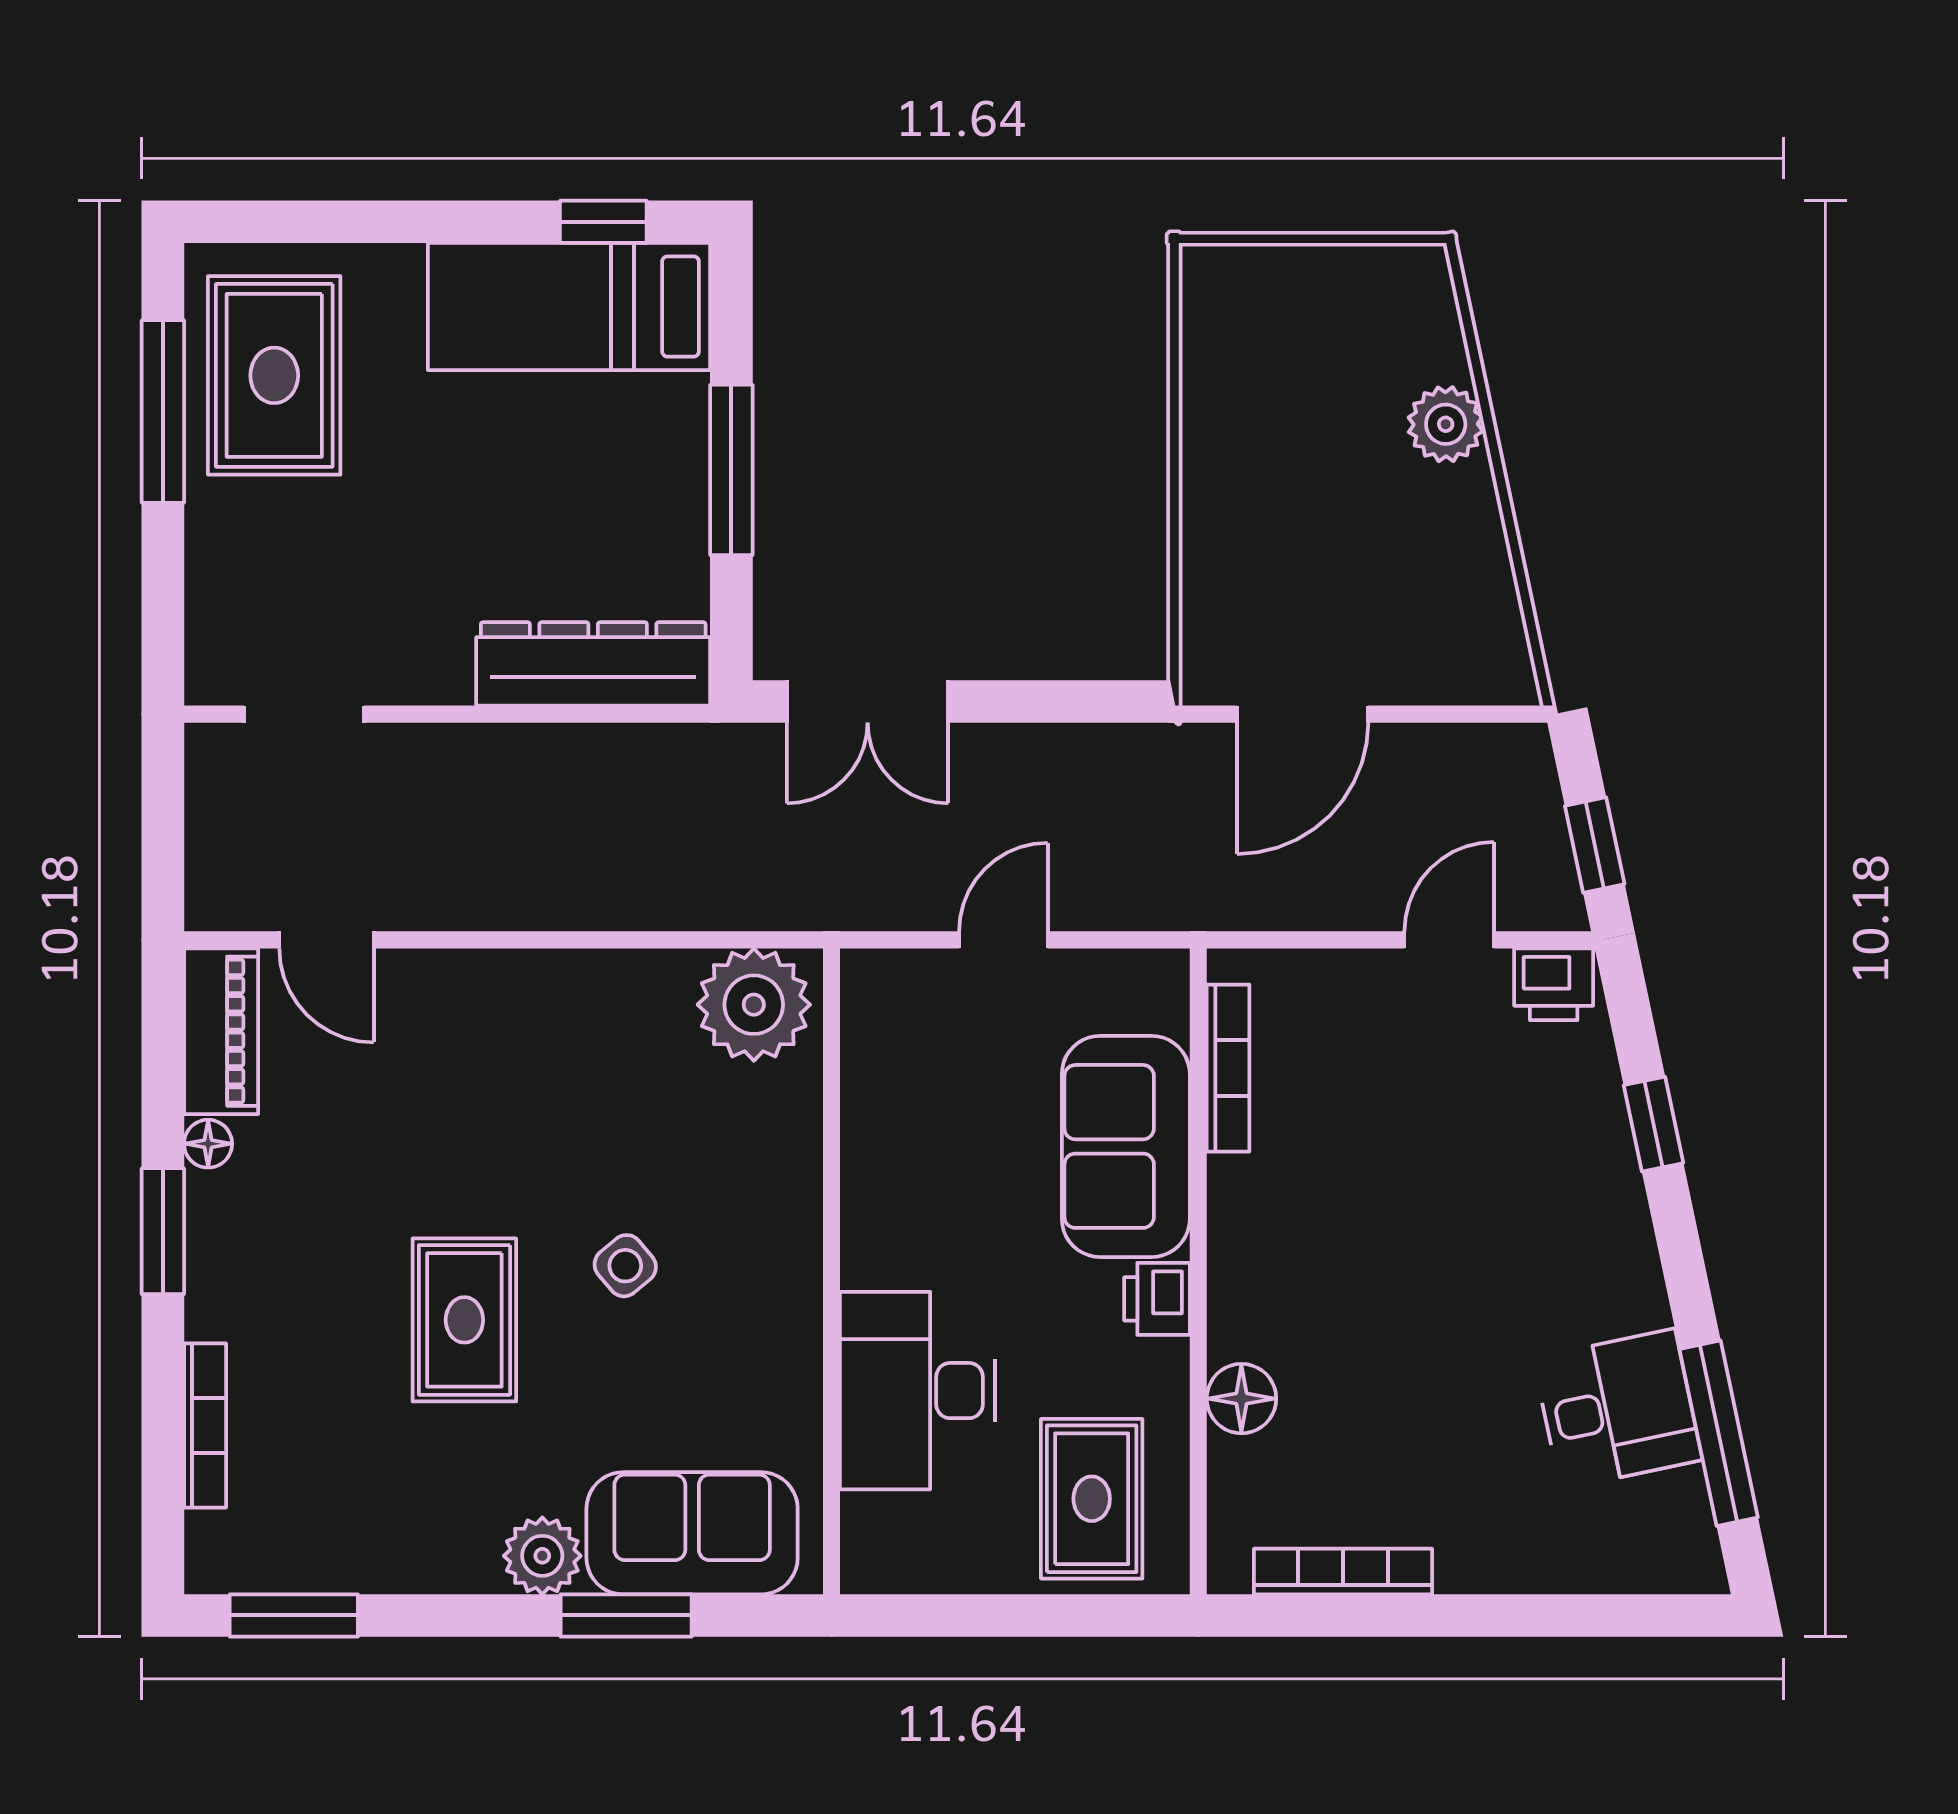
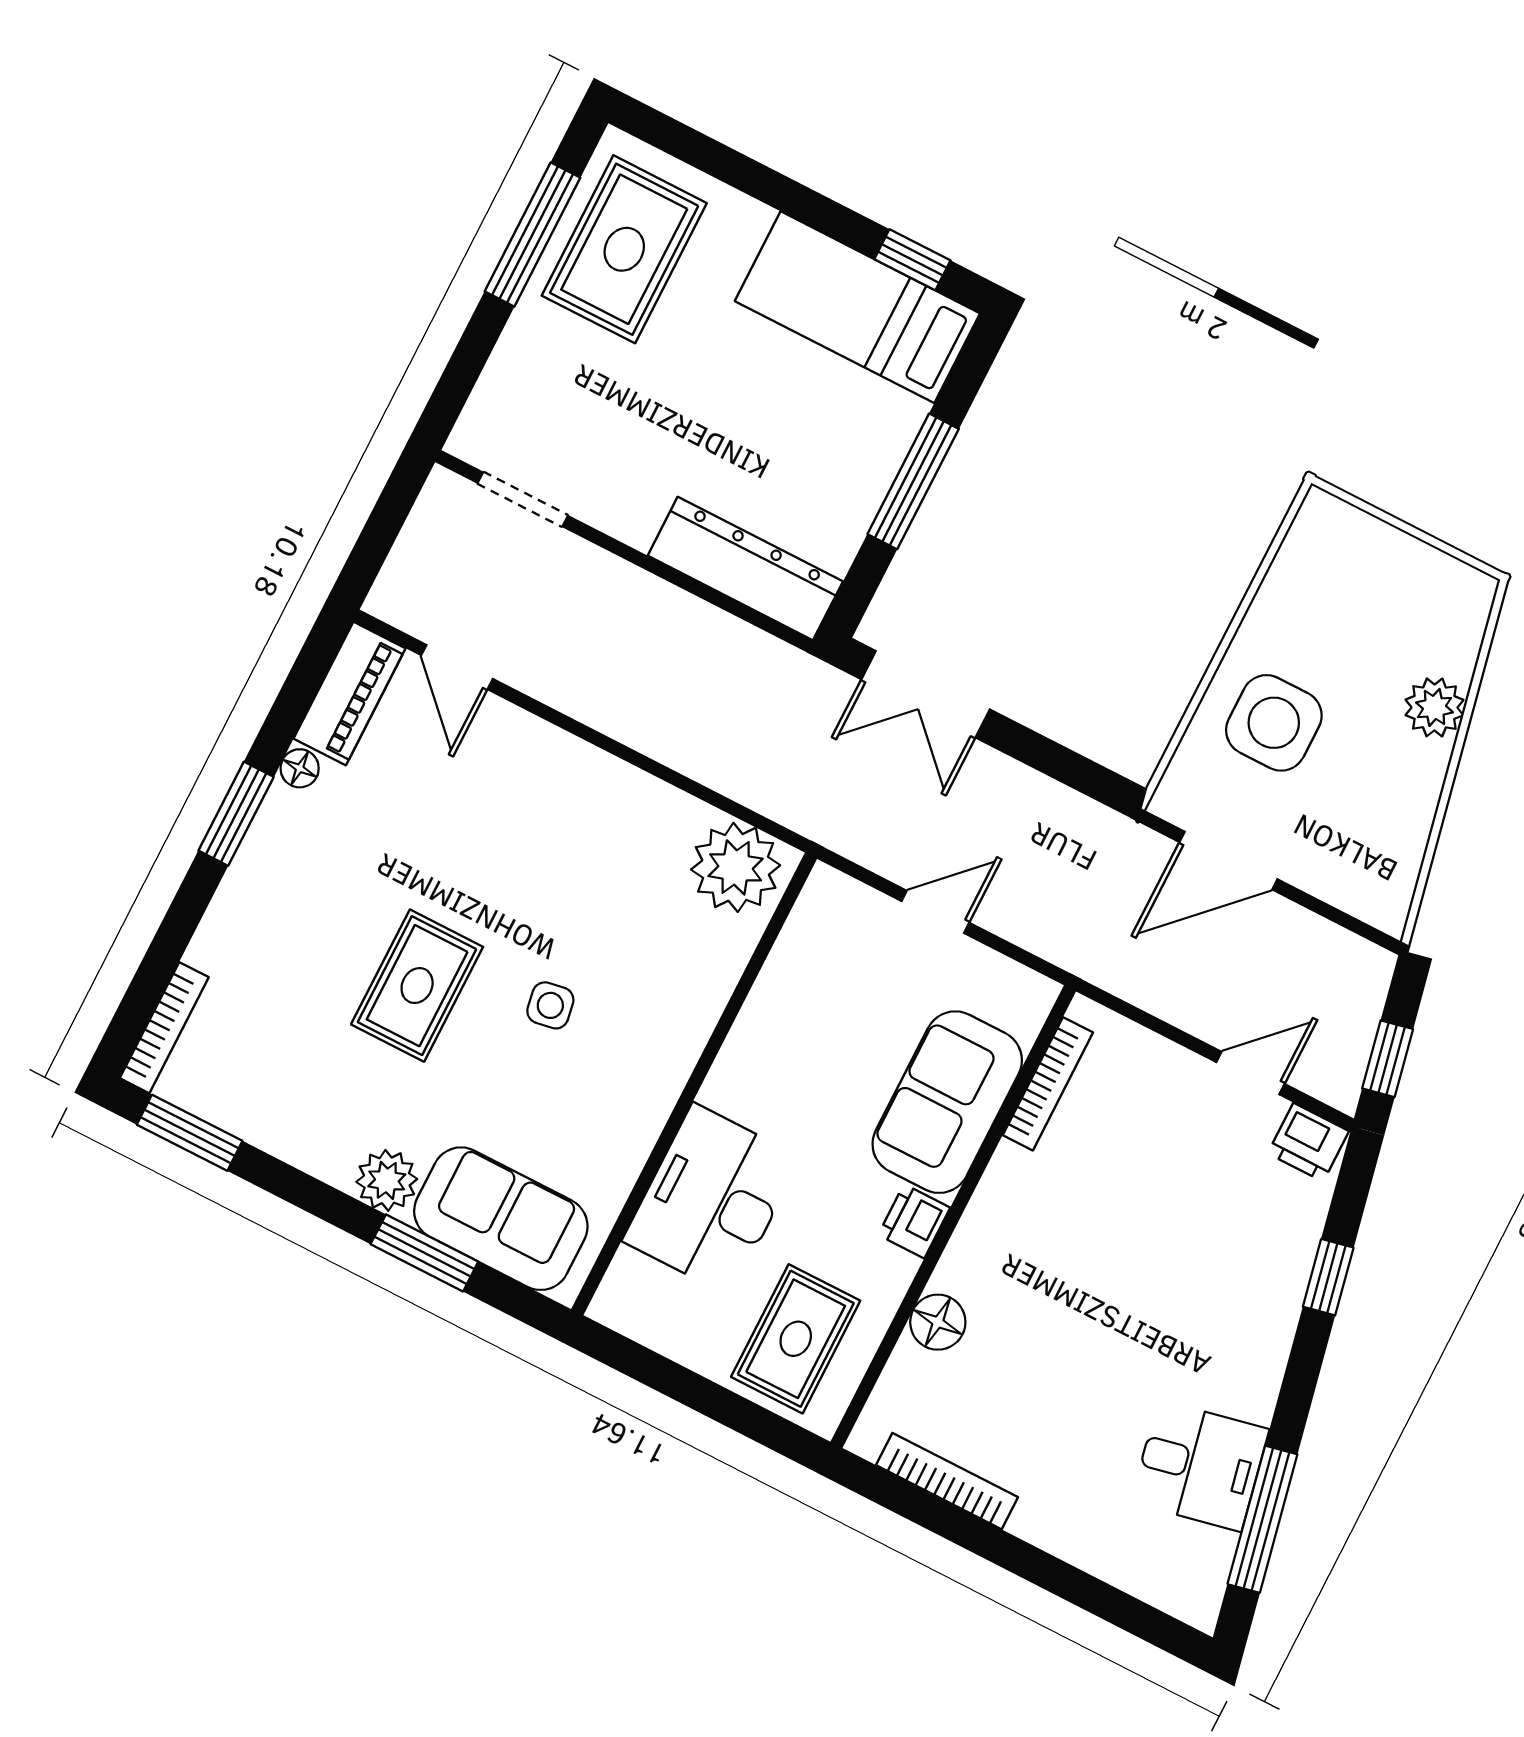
side table: (1274, 534) -> (1274, 723), added
side table: (625, 1266) -> (550, 1005), turned 30
bookcase: (205, 1425) -> (164, 1028), moved

